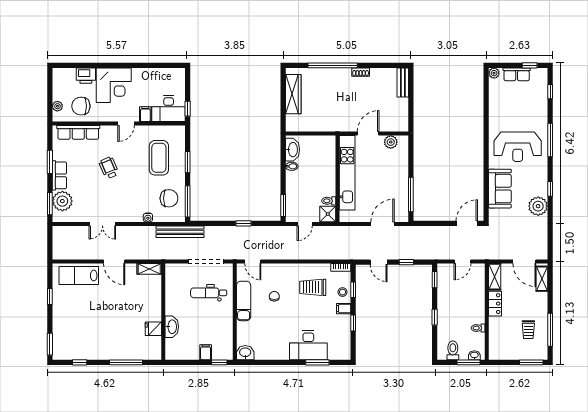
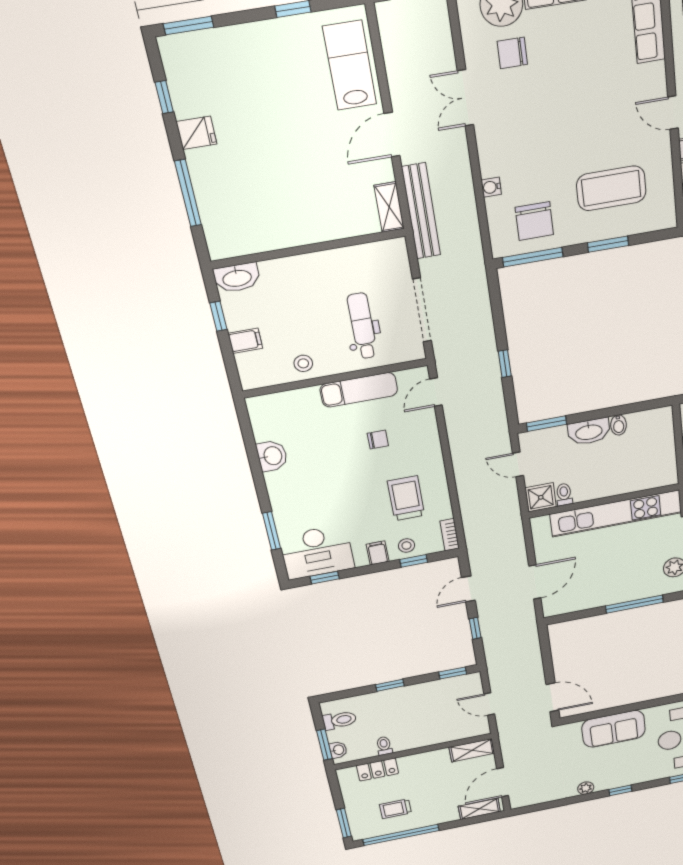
washbasin: (293, 150) -> (589, 432), moved
wheelchair: (109, 168) -> (581, 92), removed
window: (411, 194) -> (634, 604), moved
chair: (85, 199) -> (512, 53), added
plant: (538, 206) -> (586, 788), width x0.53, depth x0.53
door: (383, 224) -> (535, 582), hinge flipped
bench: (180, 232) -> (421, 211), moved
locker: (495, 304) -> (377, 769), moved
window: (353, 323) -> (325, 578), moved
stool: (223, 326) -> (303, 363), added
washbasin: (172, 327) -> (237, 278), moved
fridge: (153, 329) -> (196, 133), moved, turned 90
window: (550, 330) -> (401, 835), width x1.46
desk: (308, 345) -> (317, 552), moved, turned -90
washbasin: (245, 353) -> (272, 456), moved
window: (219, 362) -> (218, 316), moved

